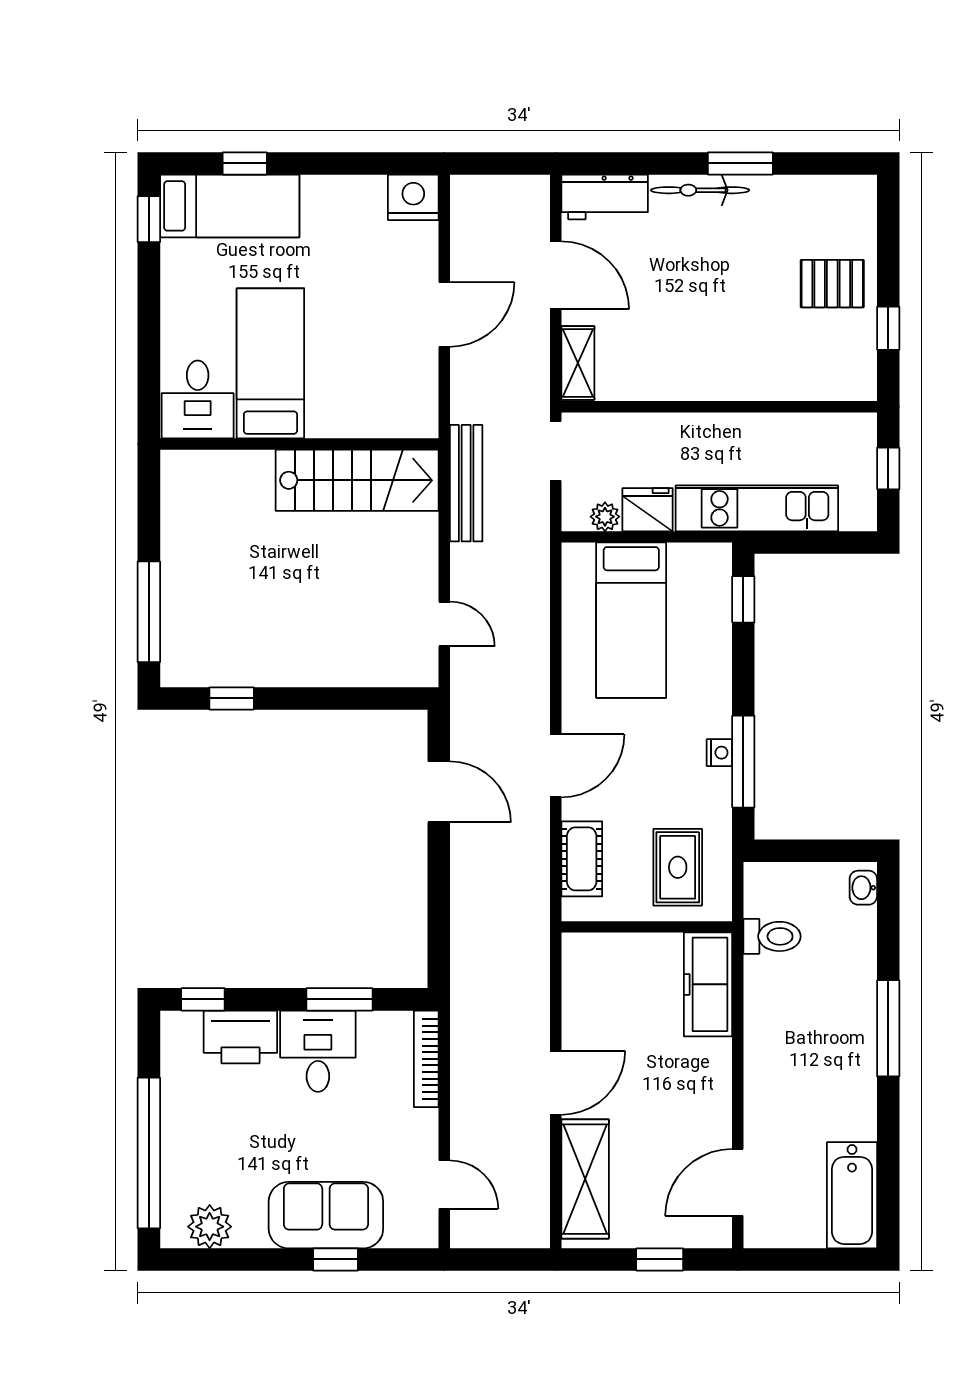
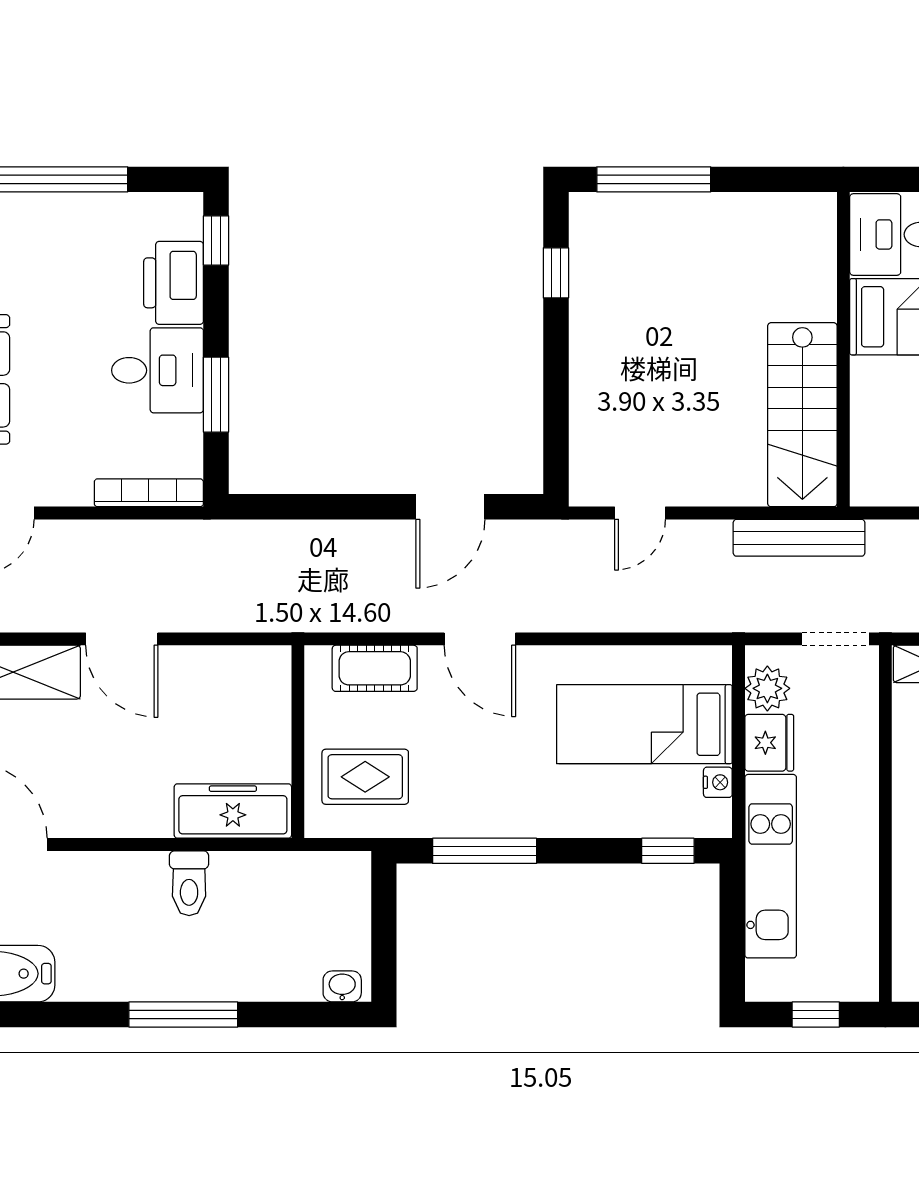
plant: (605, 517) -> (767, 688), width x1.38, depth x1.38
nightstand: (719, 753) -> (718, 782), moved, turned -90
toilet: (772, 936) -> (189, 883), moved

